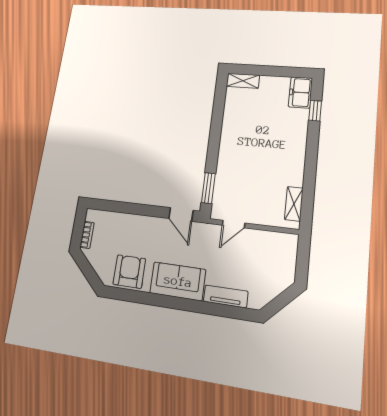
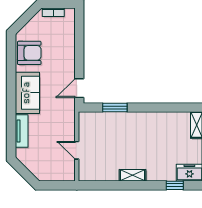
window: (208, 188) -> (115, 107), moved
shelving: (294, 204) -> (133, 175), moved
door: (234, 224) -> (77, 150), moved

